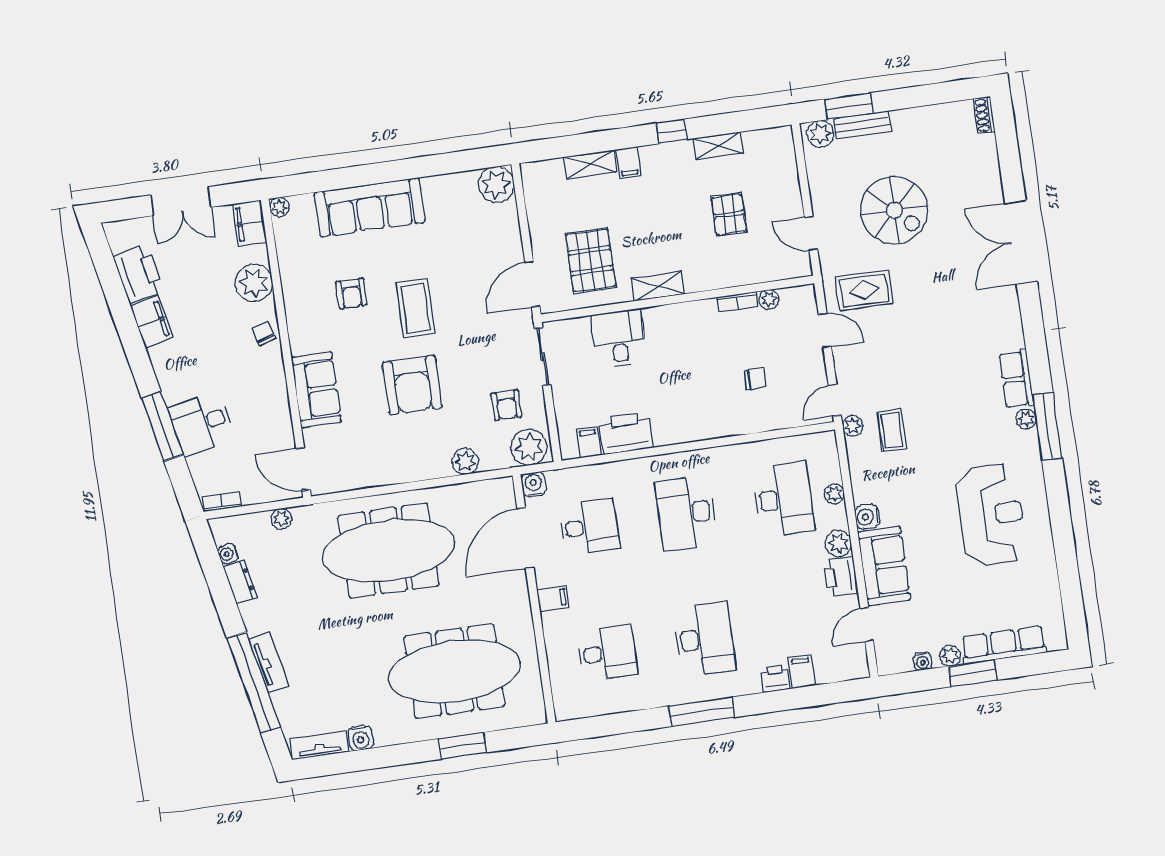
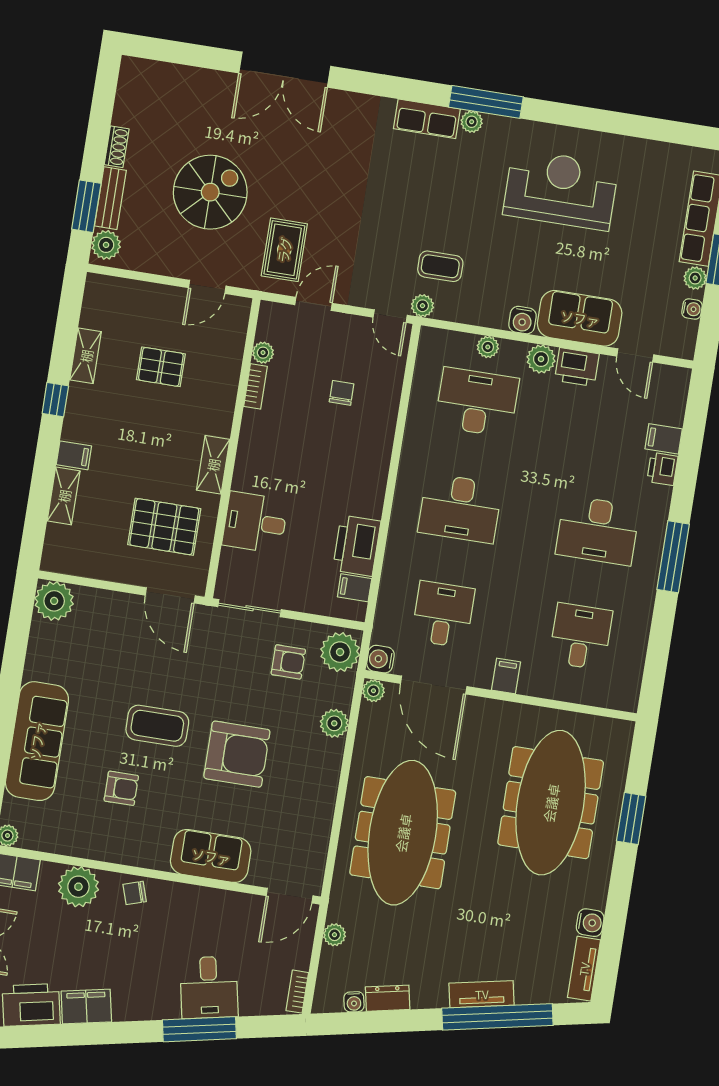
shoe rack: (984, 115) -> (117, 147), moved, turned -90
plant: (504, 487) -> (373, 691), added
desk: (704, 639) -> (598, 530), turned 180

